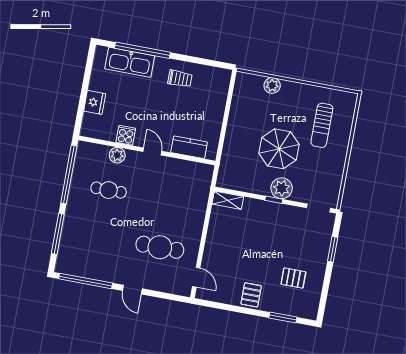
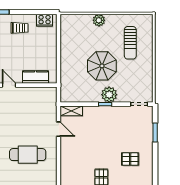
cooker: (215, 75) -> (45, 20), added
plant: (272, 85) -> (99, 20), moved
door: (196, 277) -> (58, 129), moved

